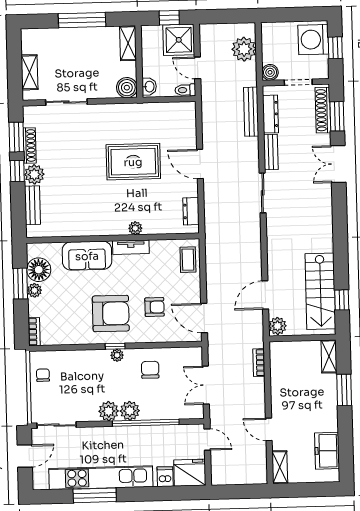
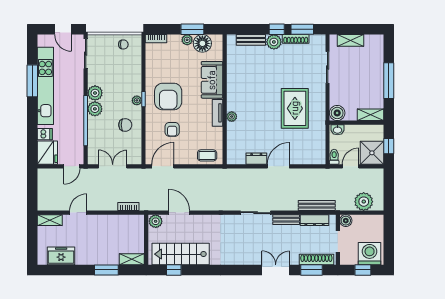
rug: (133, 162) -> (295, 108), moved
dresser: (191, 211) -> (256, 159), moved

